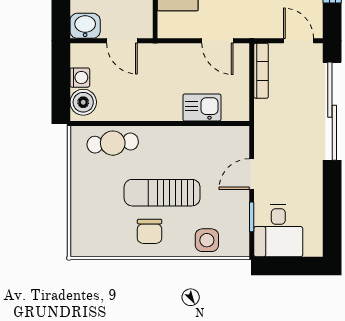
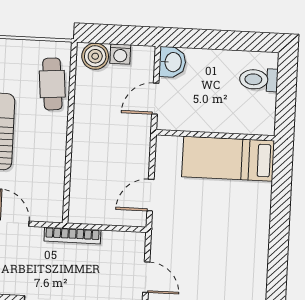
door: (298, 41) -> (146, 277), hinge flipped
bookcase: (261, 71) -> (72, 235), moved
kitchen sink: (202, 108) -> (84, 176), removed

